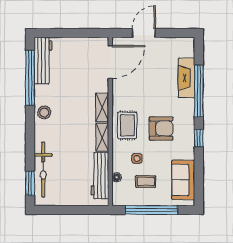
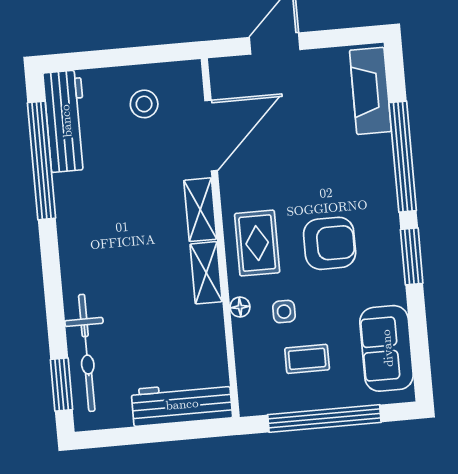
door: (110, 62) -> (211, 136), moved
fireplace: (186, 78) -> (370, 91), moved
stool: (44, 112) -> (144, 104), moved
window: (199, 138) -> (412, 256), width x1.50
workbench: (100, 176) -> (182, 404), moved, turned 90
floor lamp: (117, 177) -> (240, 307), moved

